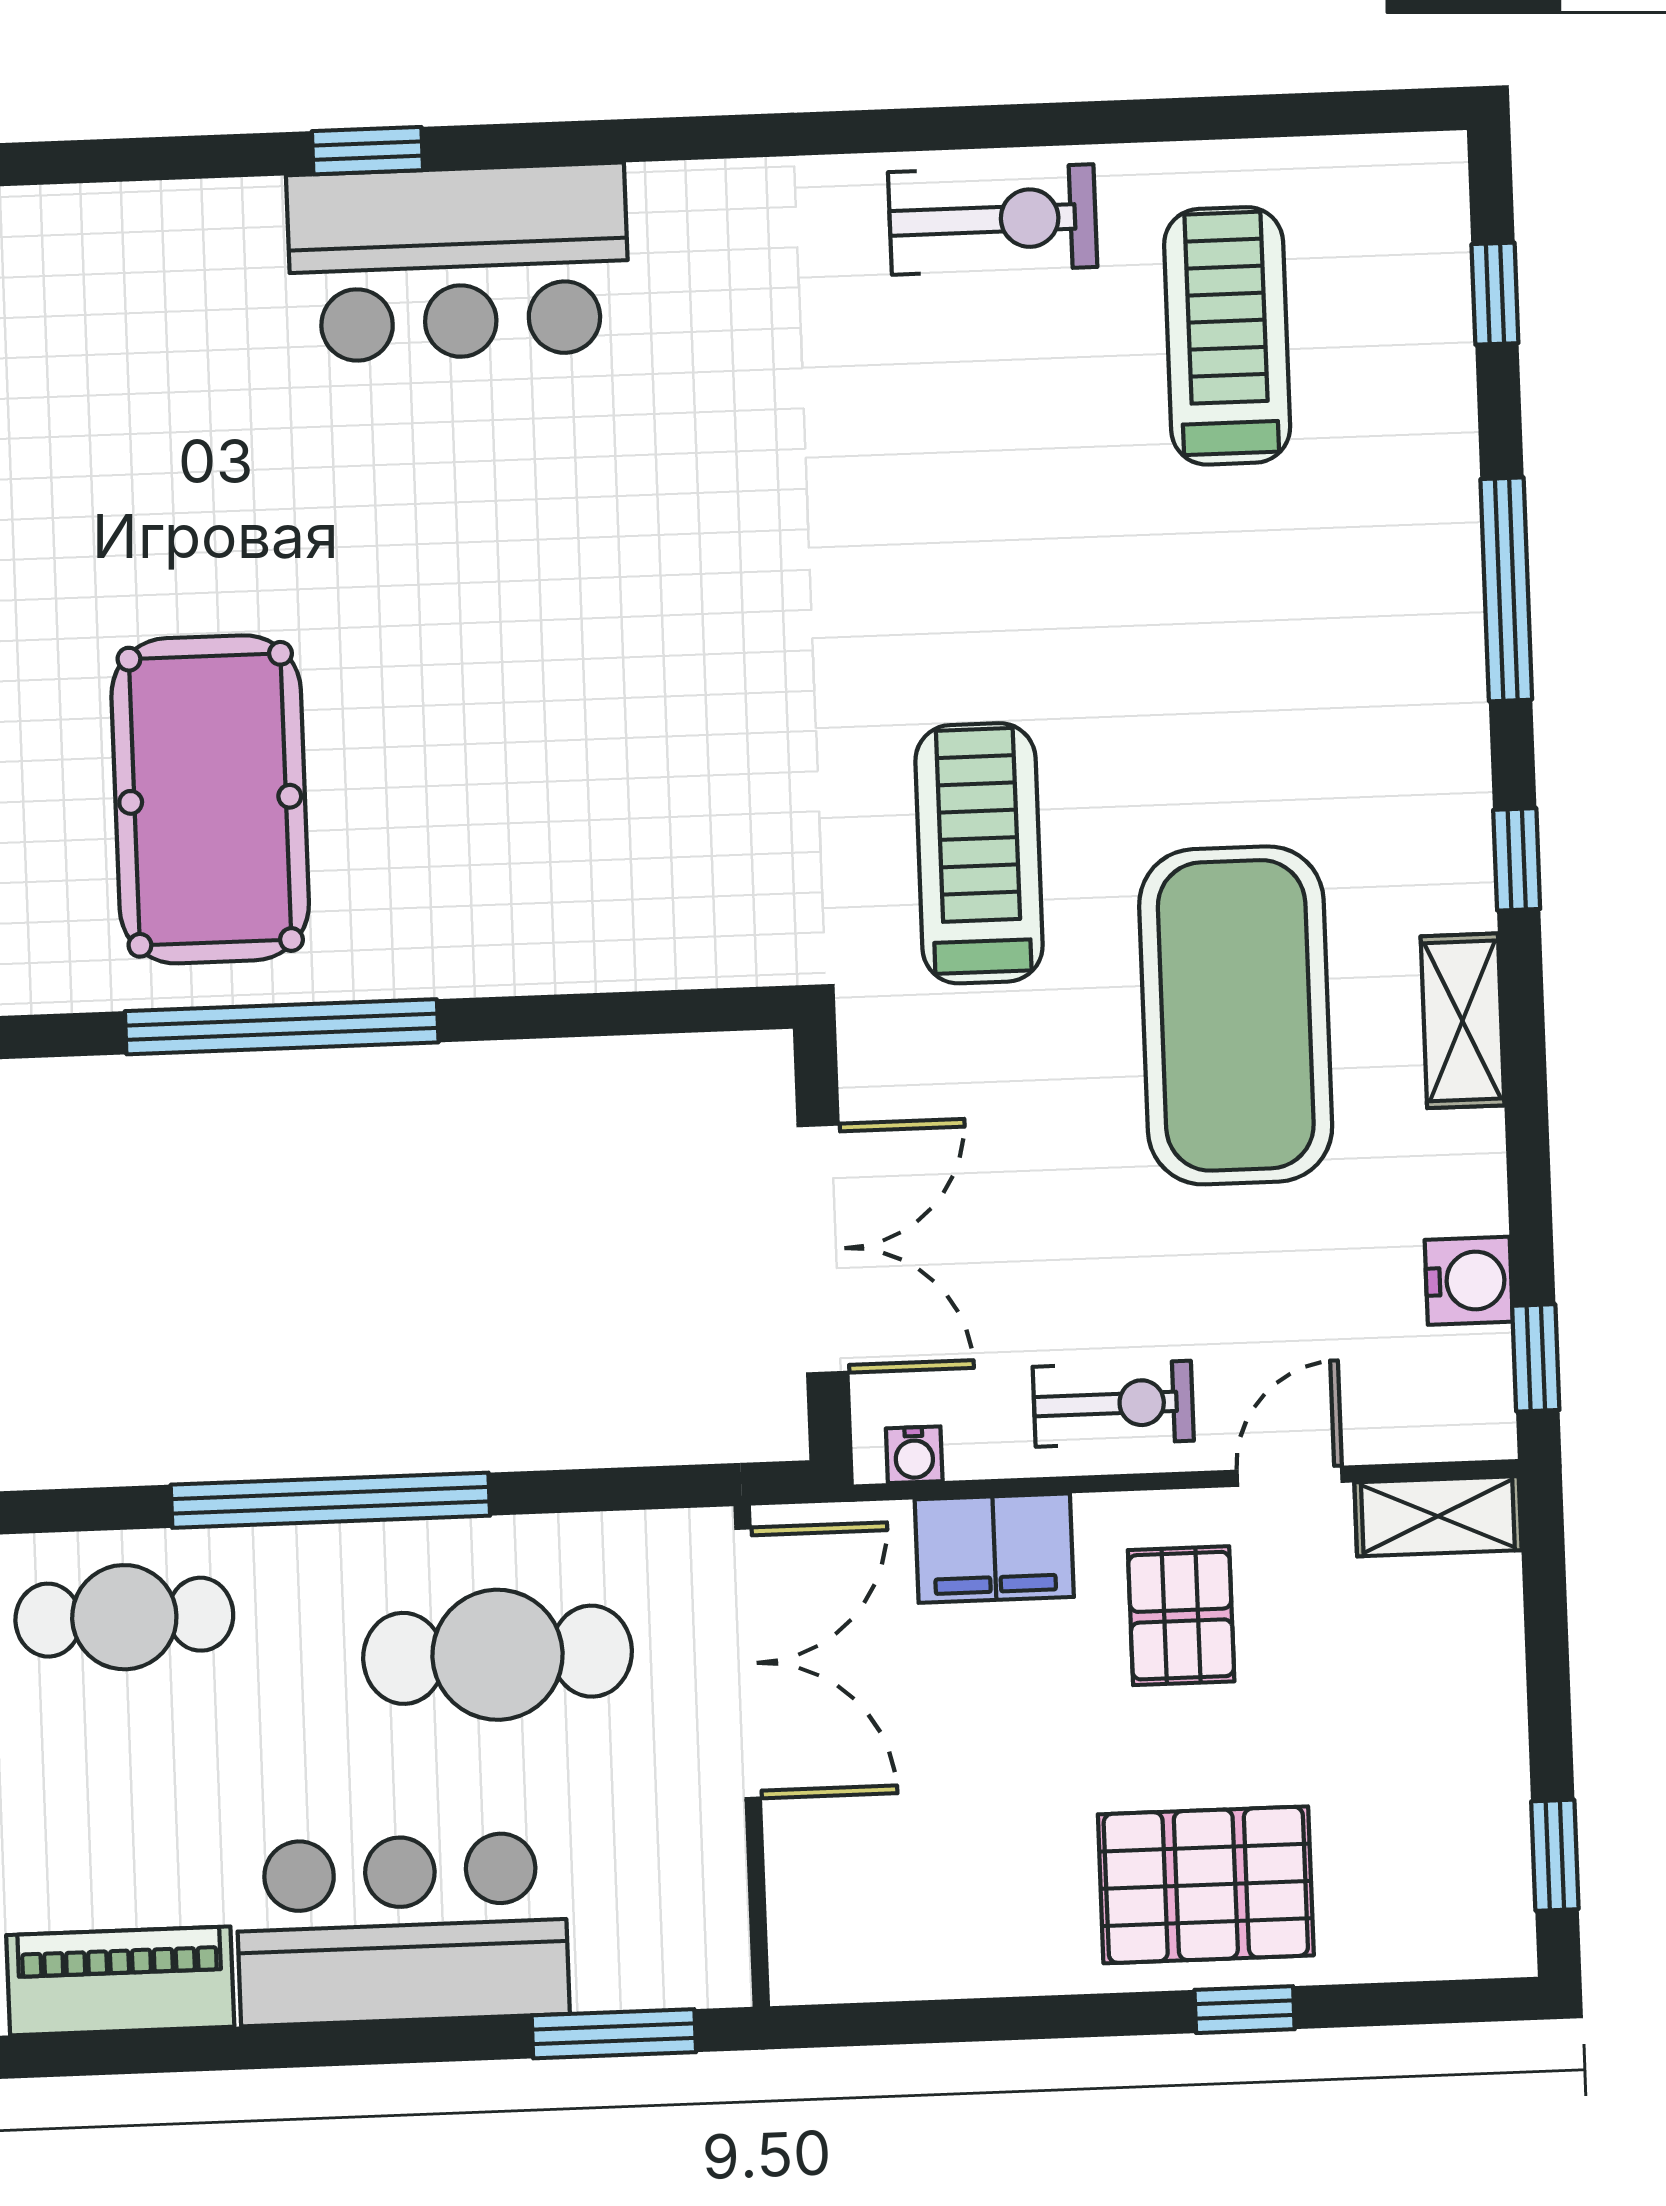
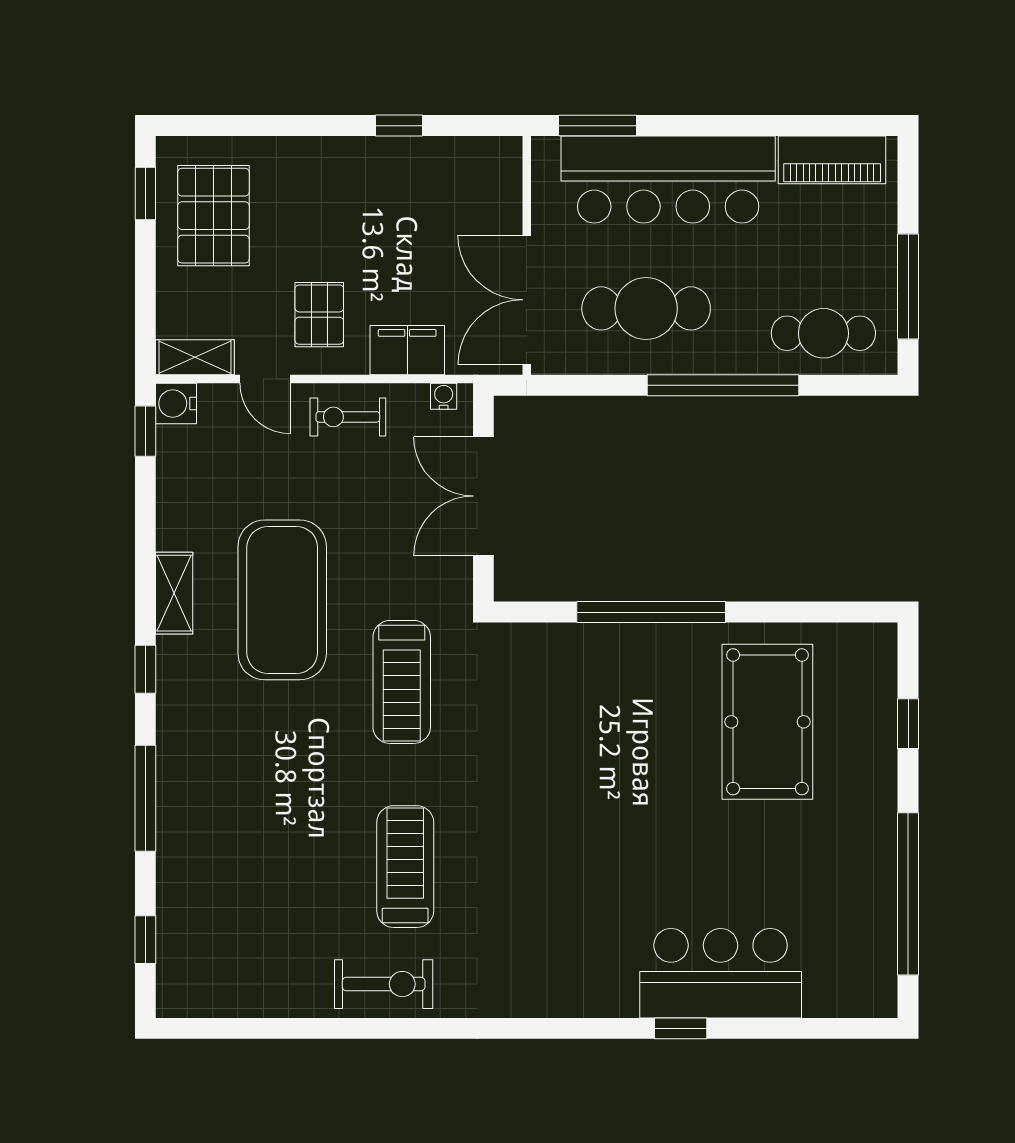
exercise bike: (993, 220) -> (384, 984), turned 180
bar counter: (459, 263) -> (721, 973), moved
treadmill: (1227, 336) -> (405, 867), moved, turned 180
window: (282, 1027) -> (651, 612), moved
water cooler: (1469, 1281) -> (176, 404), moved
door: (1290, 1476) -> (265, 379), hinge flipped
pallet: (1206, 1885) -> (213, 216), moved, turned 90
bar counter: (402, 1929) -> (668, 179), width x1.36
window: (1245, 2010) -> (399, 126), moved

